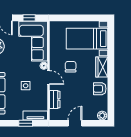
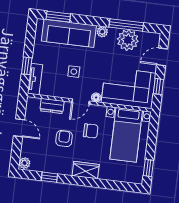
window: (94, 18) -> (148, 168), added
bed with nightstands: (87, 39) -> (126, 135), moved, turned 180
armchair: (100, 89) -> (64, 139), moved
window: (111, 95) -> (49, 177), added

